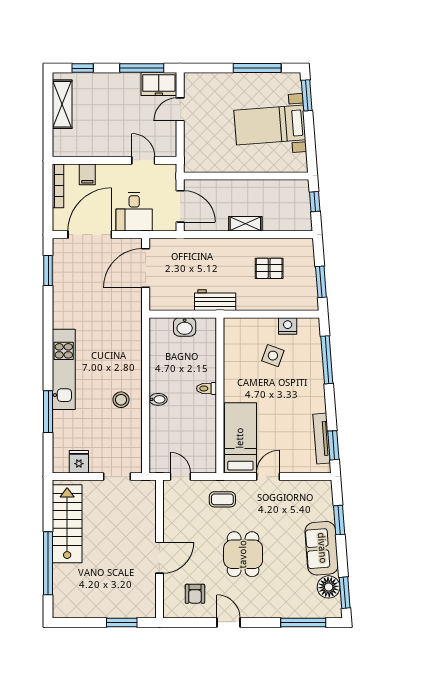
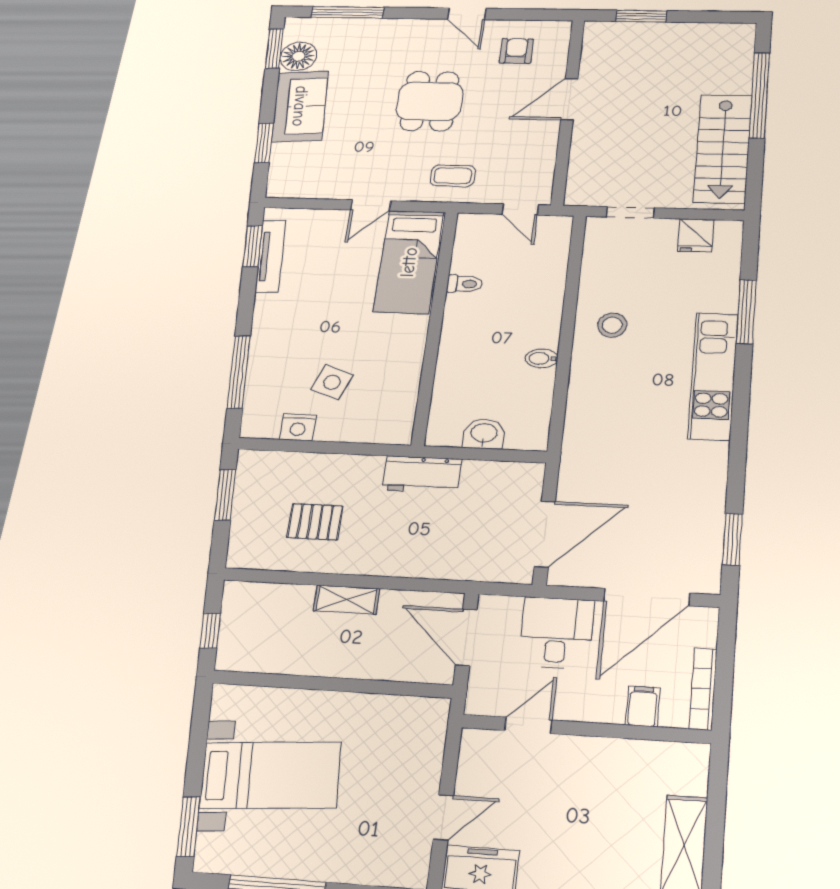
door: (143, 160) -> (528, 725), swing flipped
toilet: (207, 388) -> (465, 284), moved
bidet: (158, 399) -> (542, 358), moved

